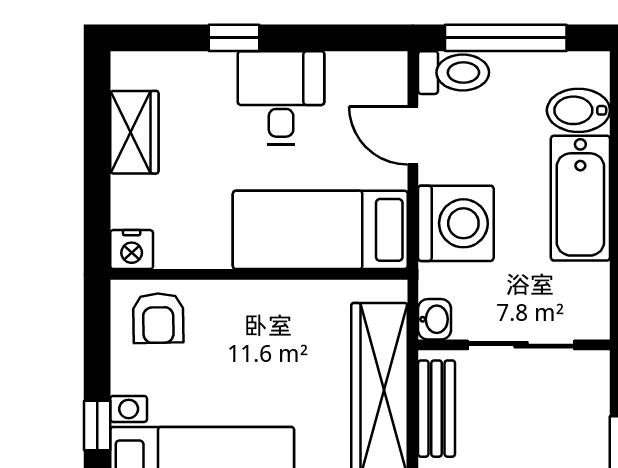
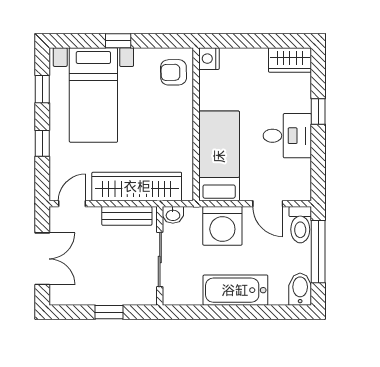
bidet: (578, 110) -> (300, 289), moved
wardrobe: (134, 132) -> (290, 60), moved
door: (413, 135) -> (268, 204), swing flipped

